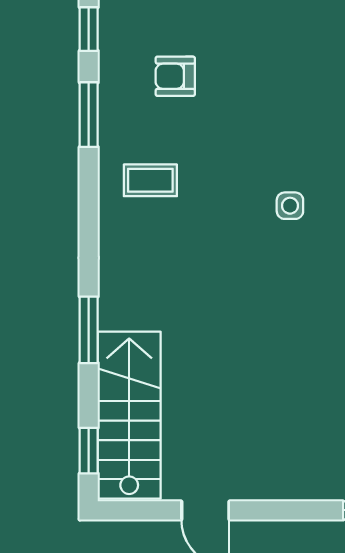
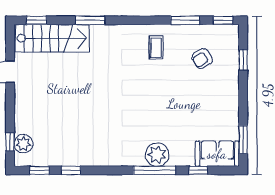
armchair: (175, 76) -> (202, 59), turned -123
side table: (290, 206) -> (145, 109), removed

